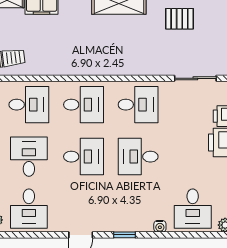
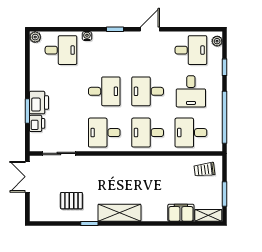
desk: (29, 209) -> (191, 50), turned 90
desk: (193, 209) -> (61, 50), turned 90

